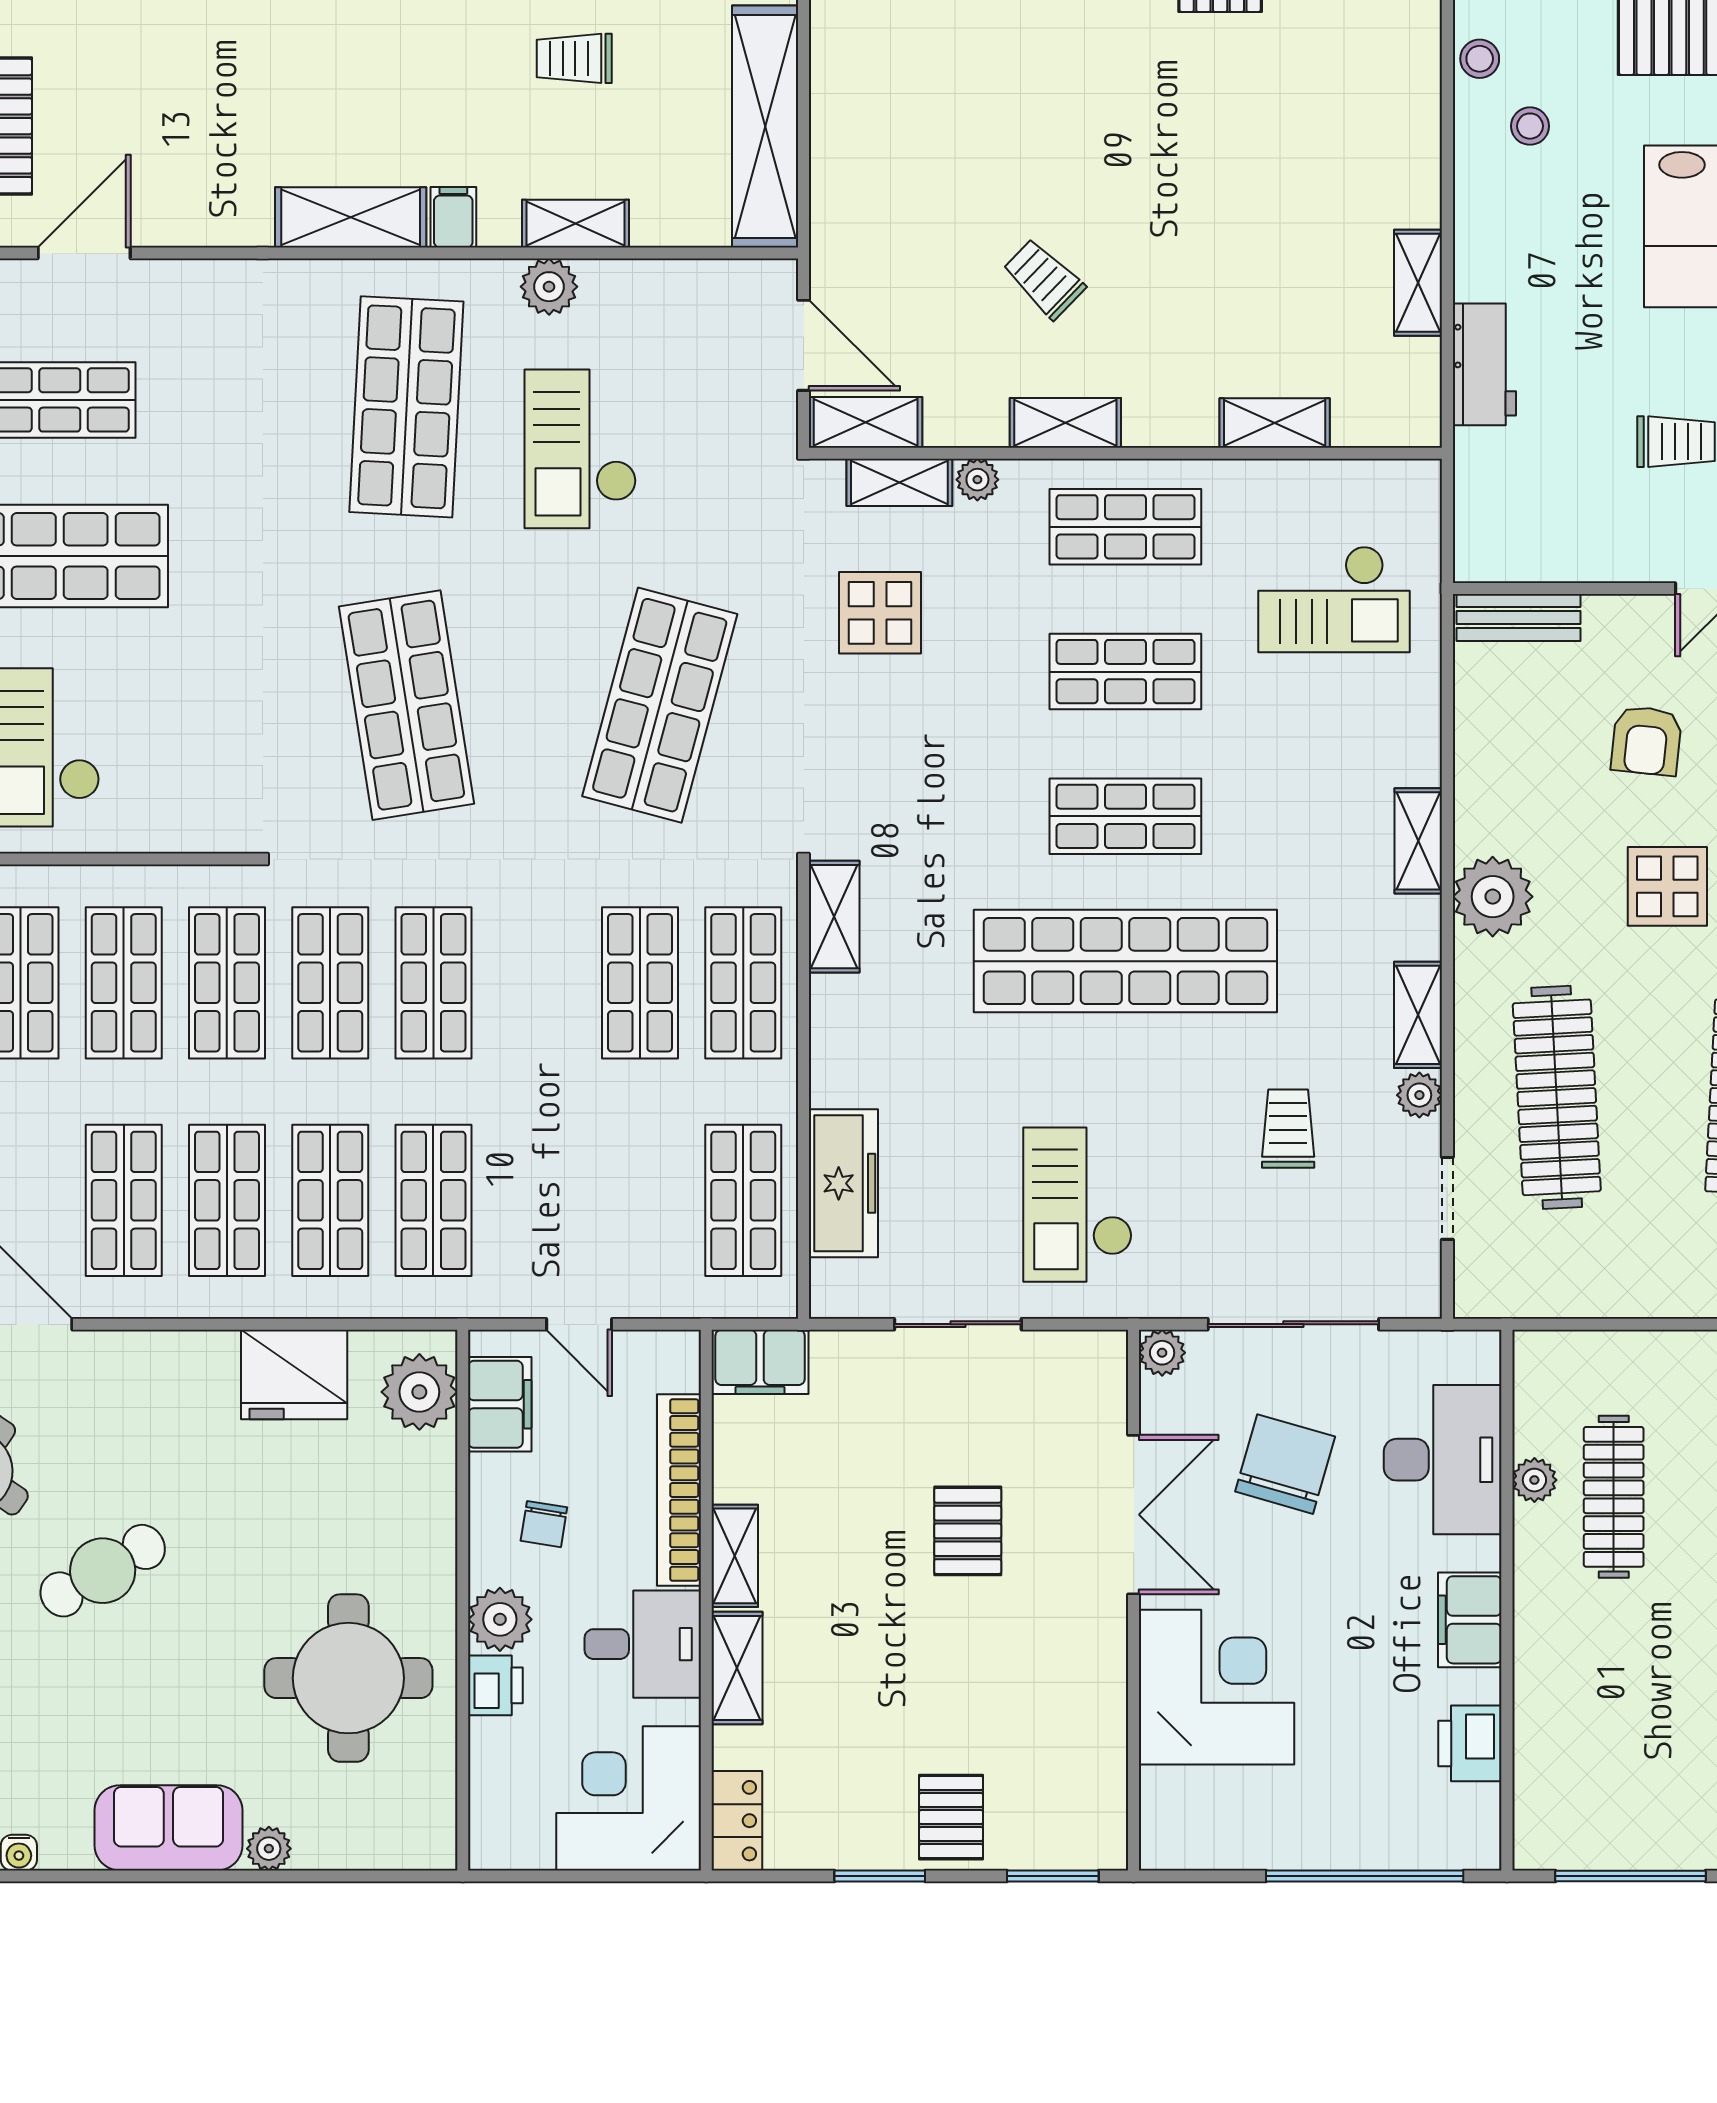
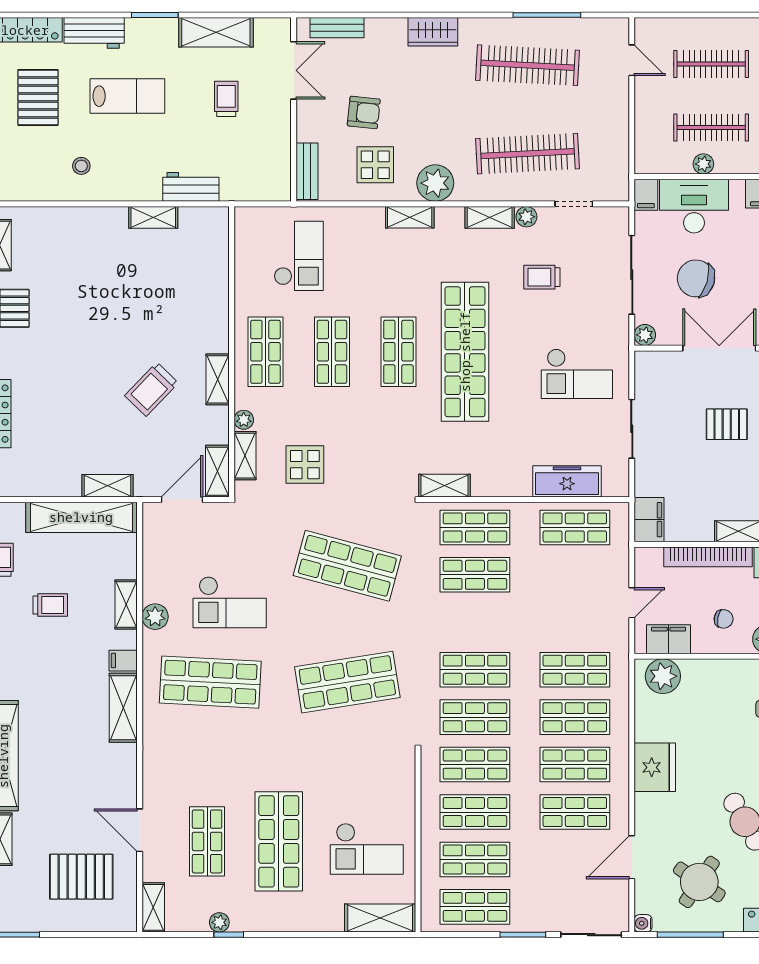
trolley: (574, 58) -> (50, 605), turned -90
stool: (1480, 59) -> (50, 189), removed
trolley: (1044, 279) -> (151, 389), width x1.36, depth x1.39
shelving: (1275, 423) -> (108, 486), moved, turned 90
display table: (1667, 886) -> (375, 165), moved
filing cabinet: (1467, 1355) -> (646, 195), added
fridge: (294, 1375) -> (655, 767), moved

